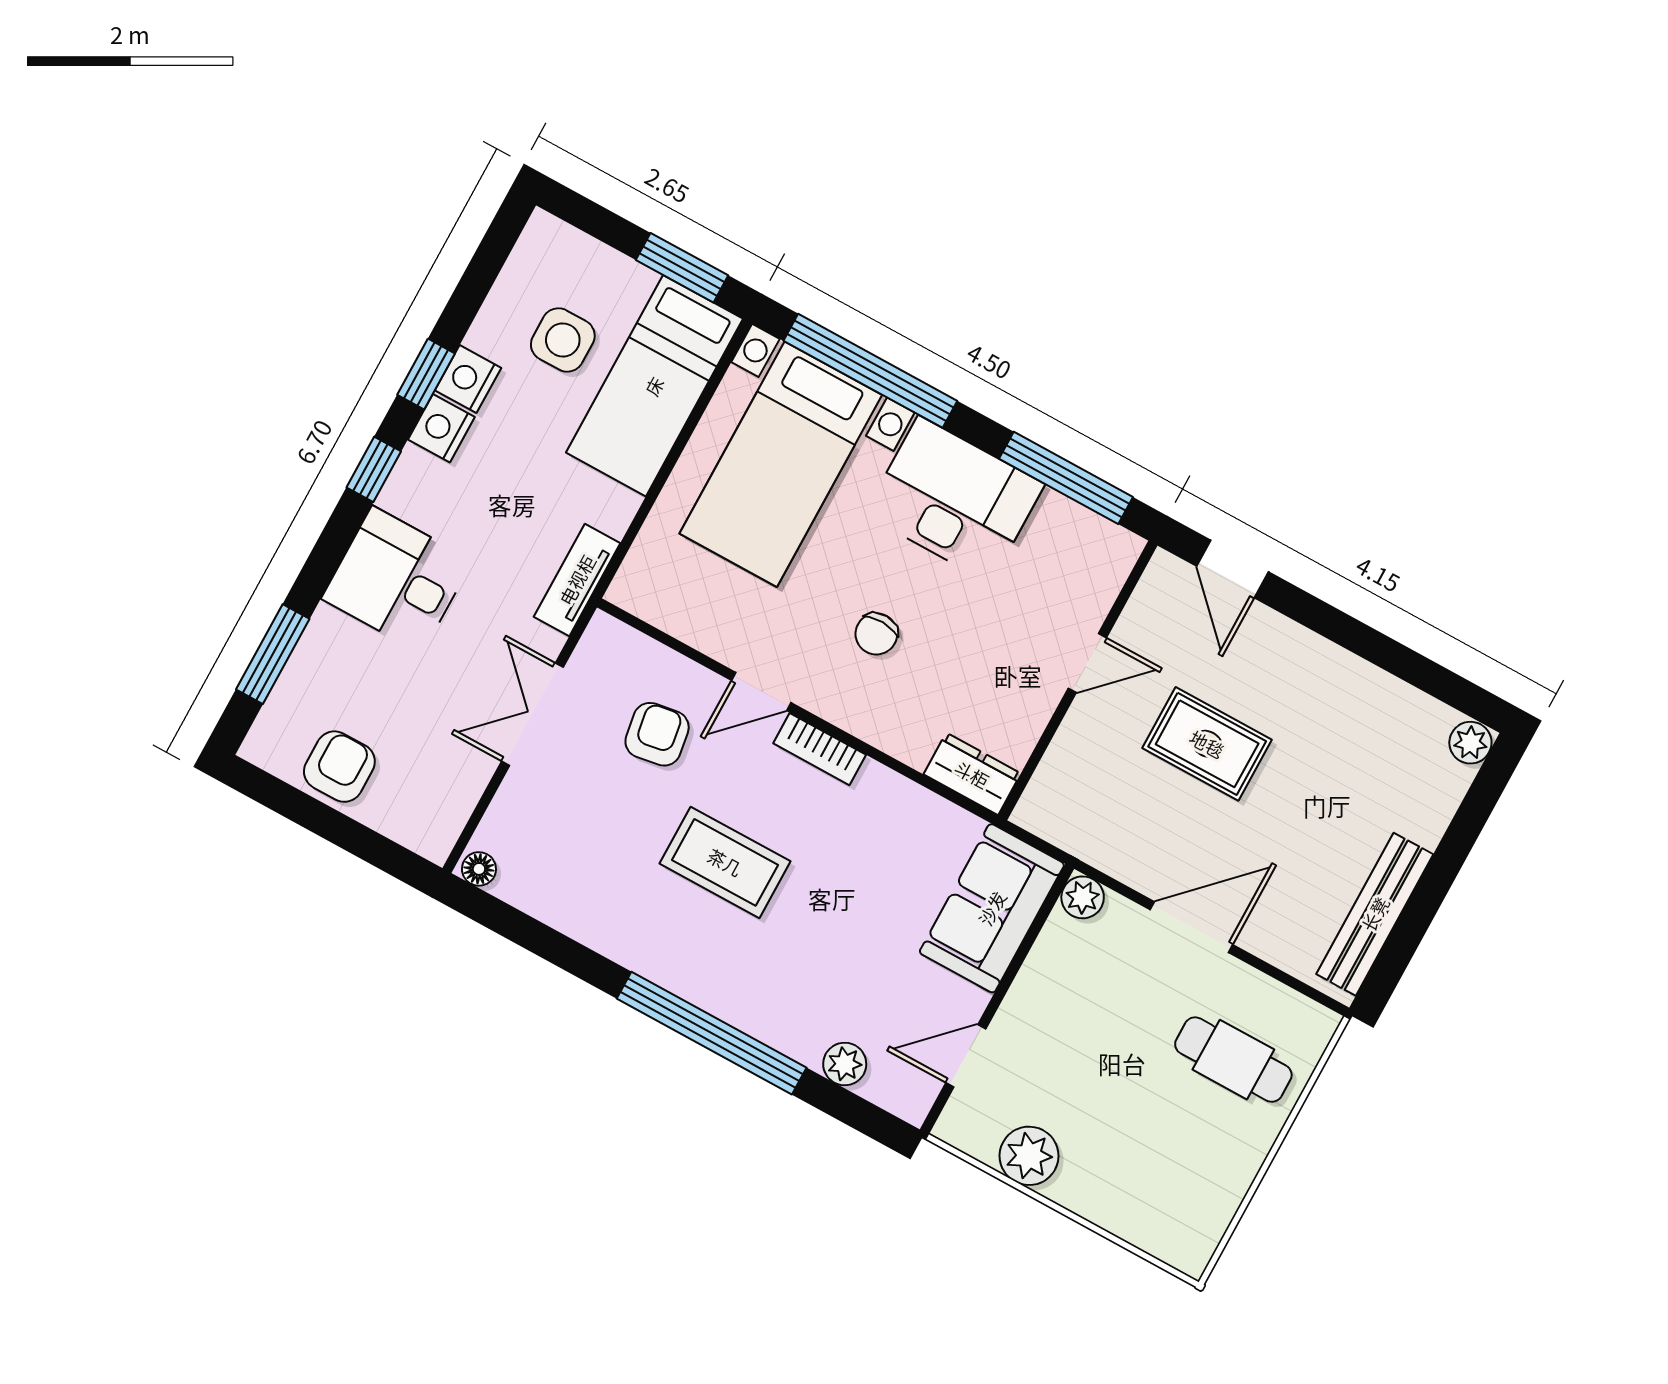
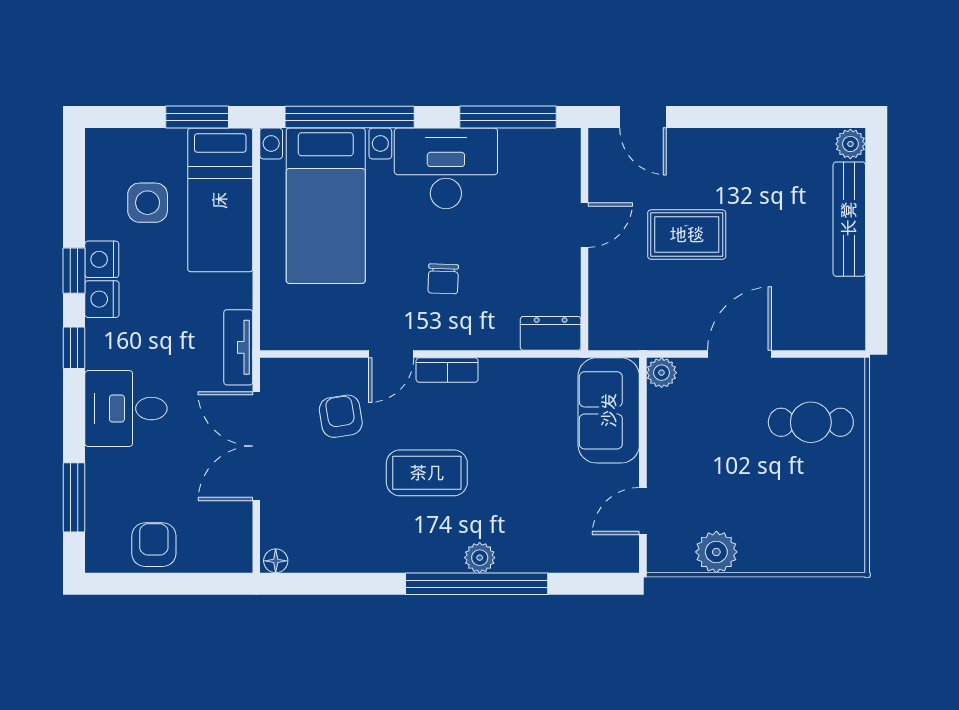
double door: (533, 714) -> (256, 446), width x1.37
bench: (1375, 914) -> (849, 219), moved
plant: (845, 1064) -> (480, 558), moved

